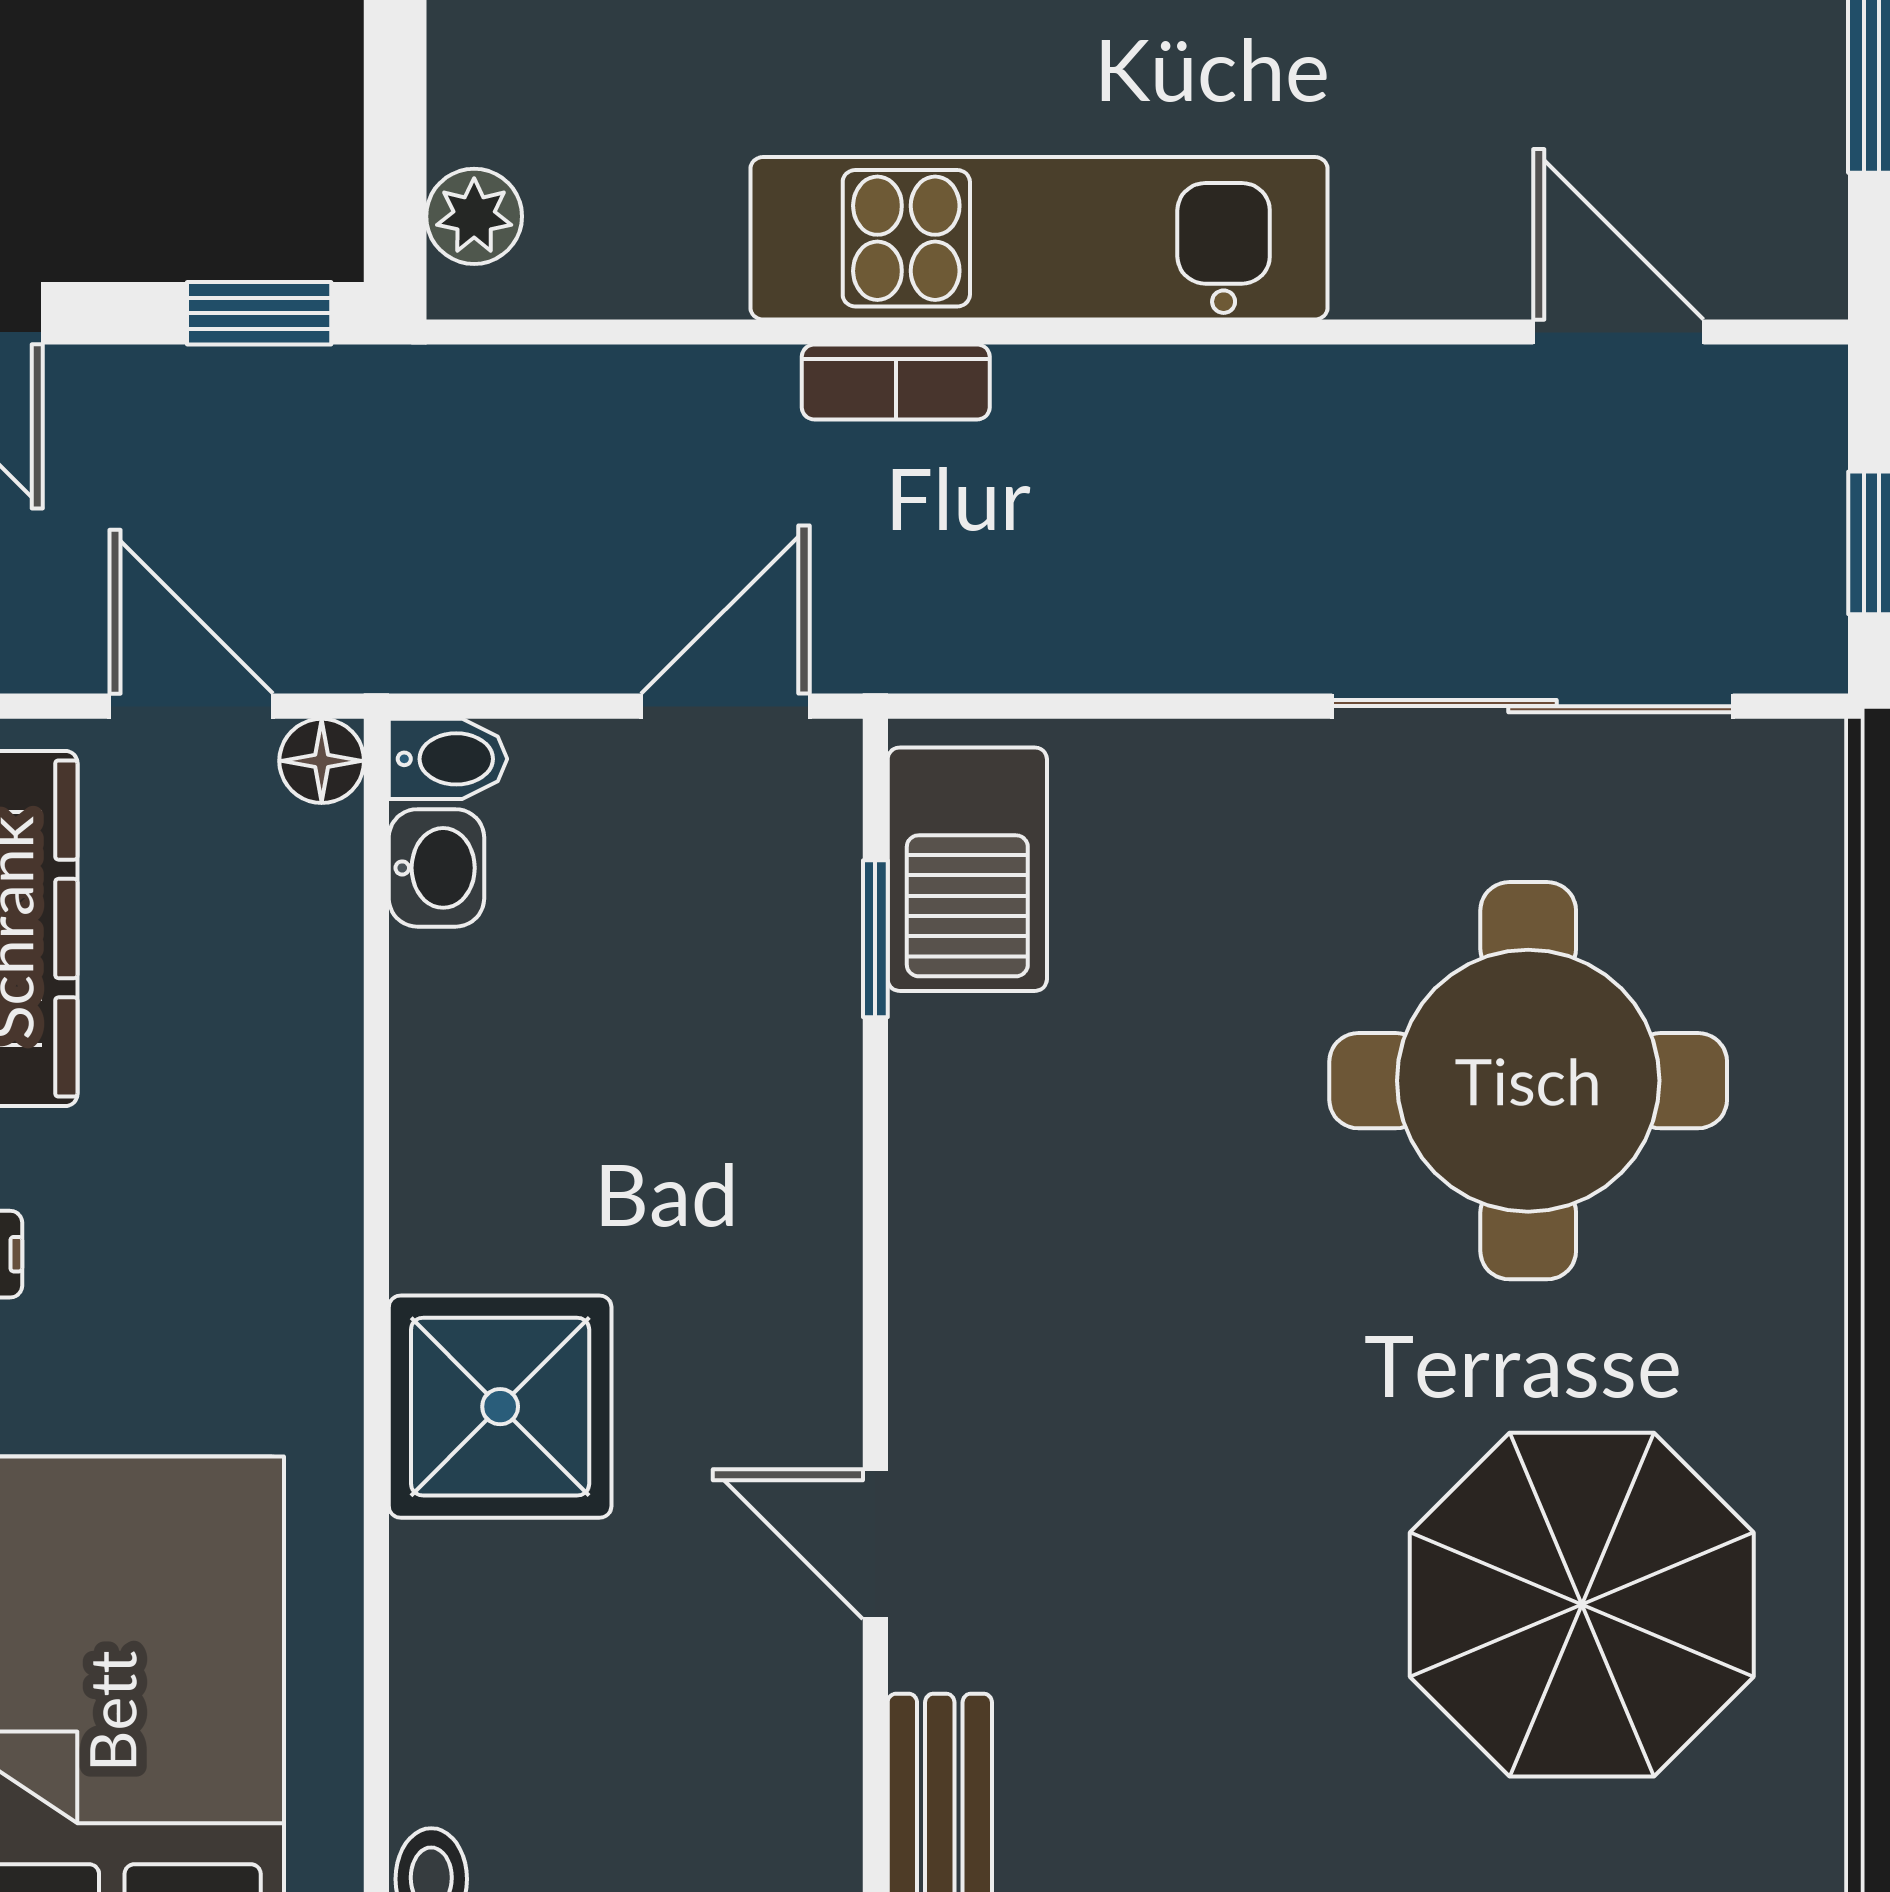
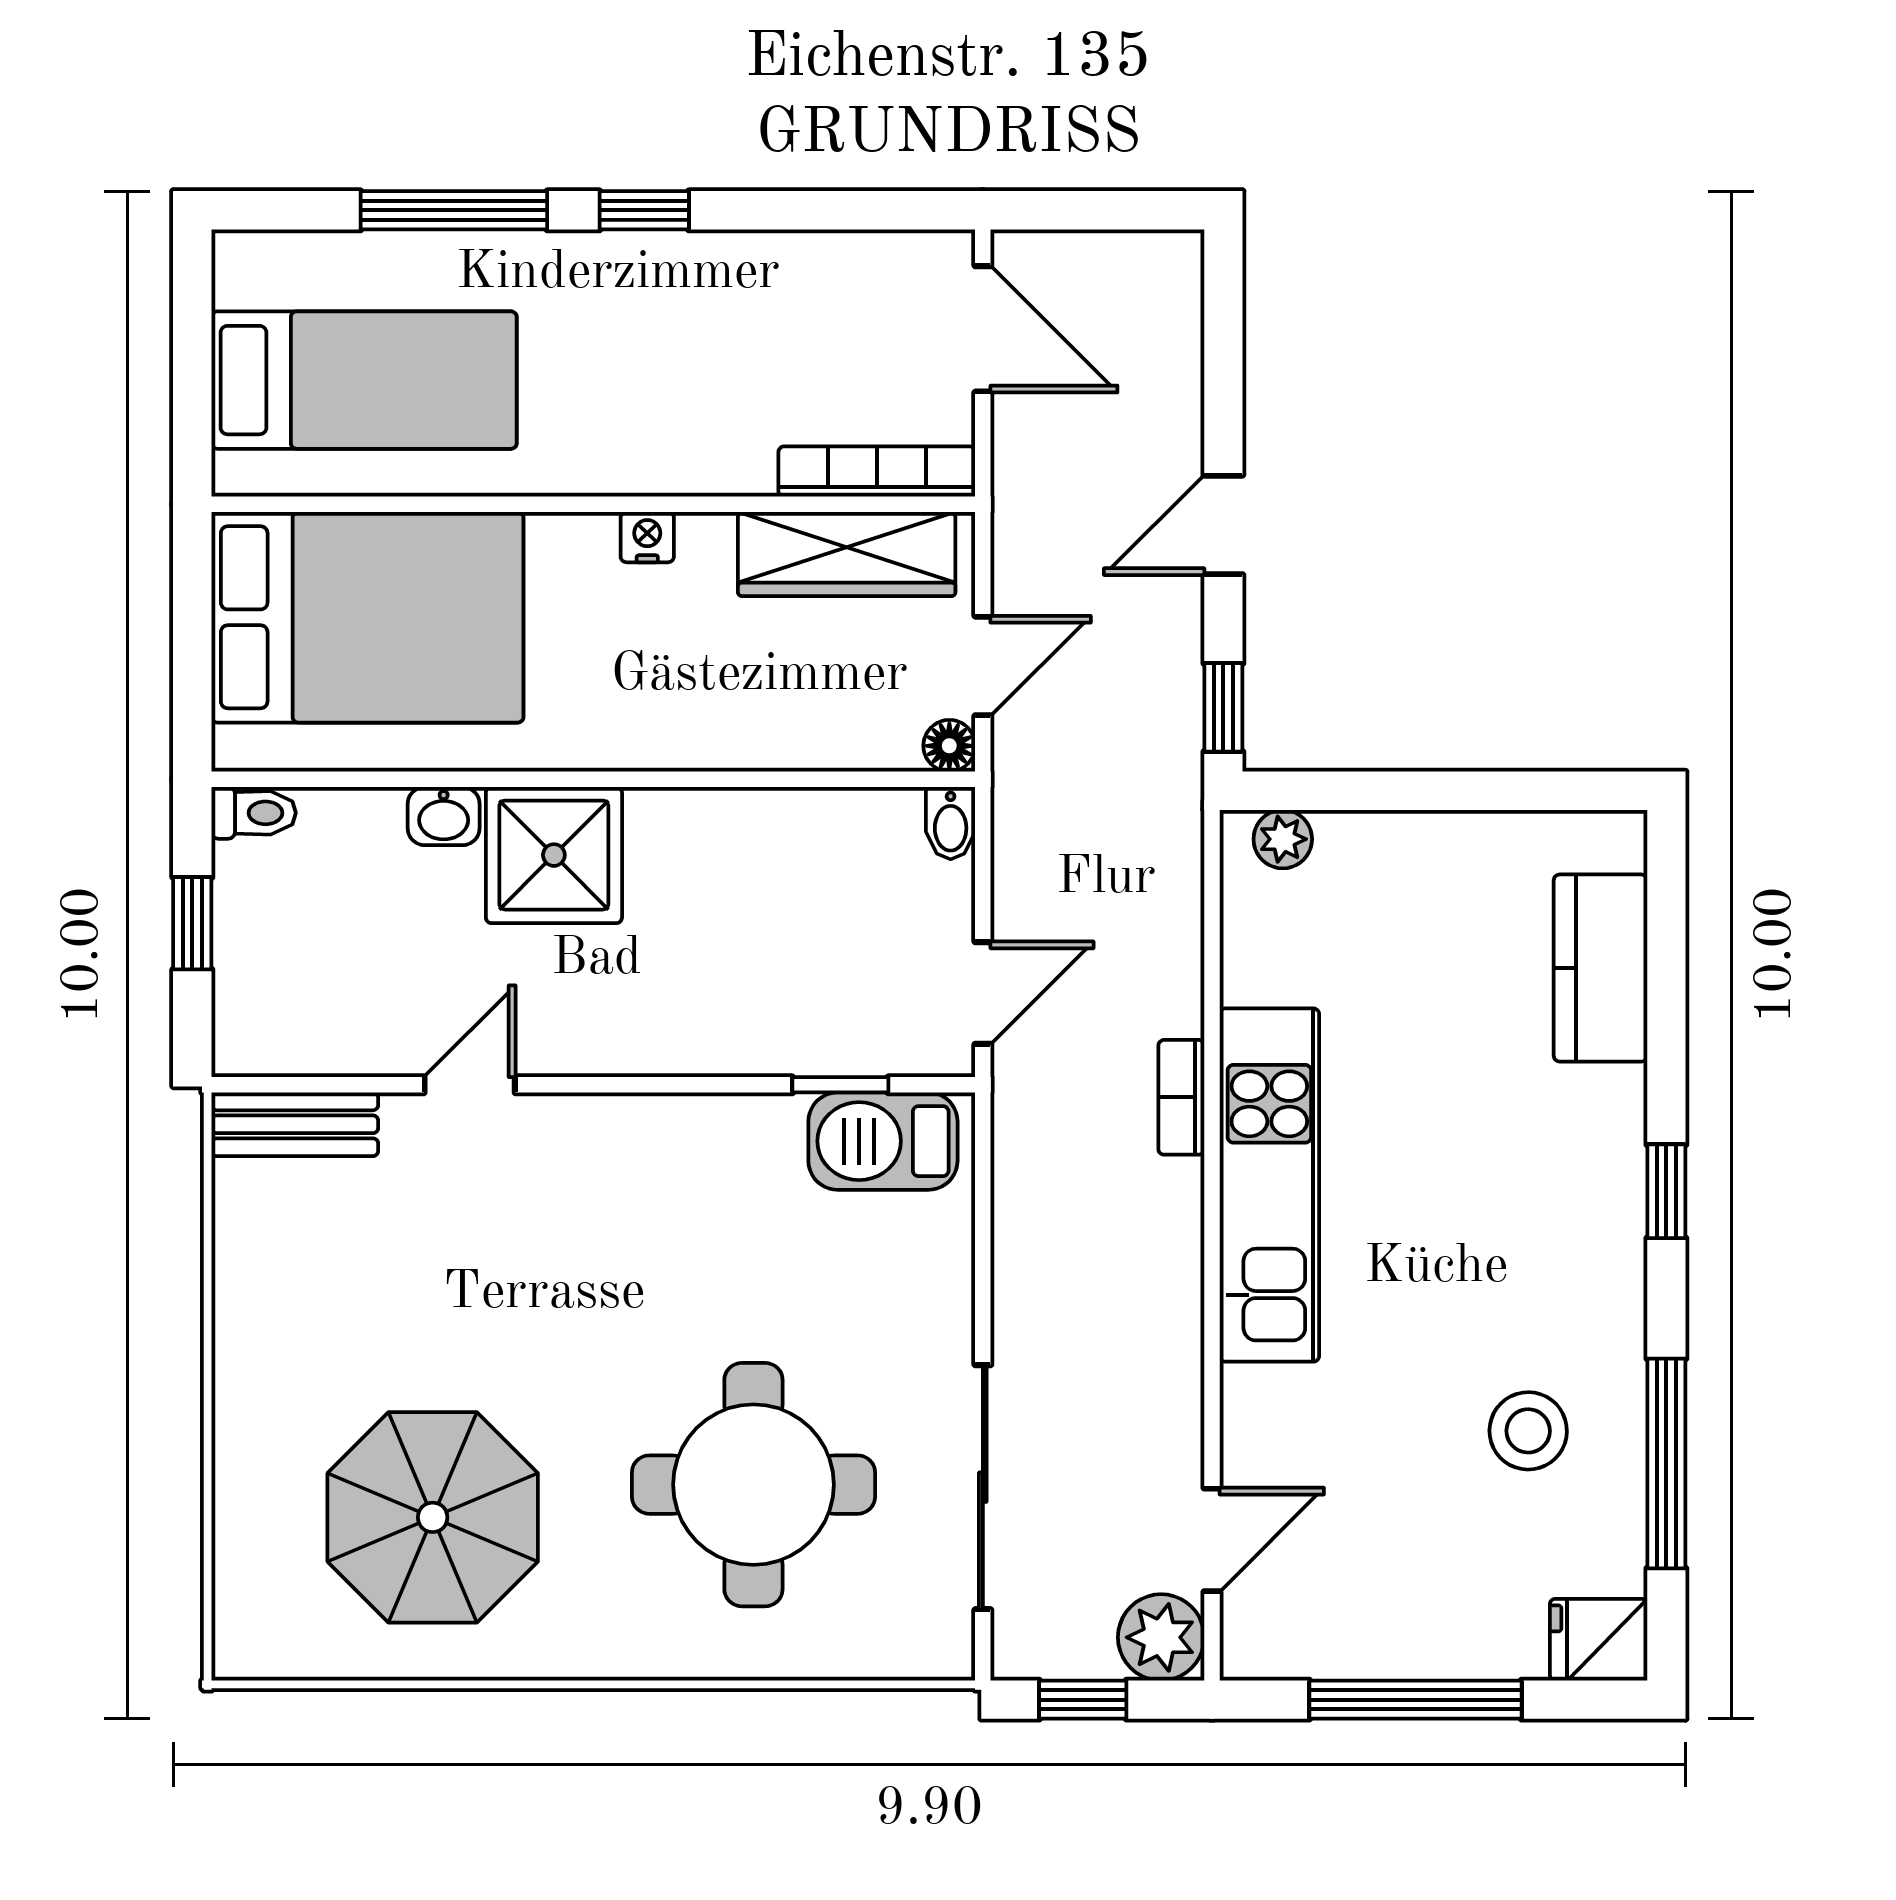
plant: (1778, 415) -> (1161, 1637), added
door: (725, 706) -> (983, 993), hinge flipped
washbasin: (436, 868) -> (444, 816), moved

